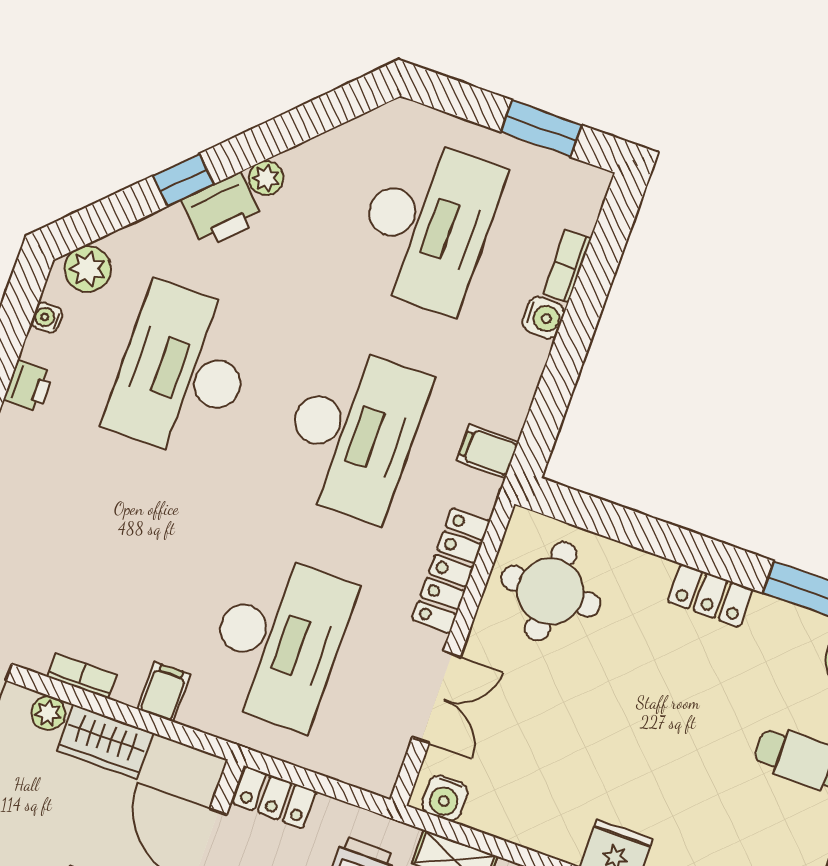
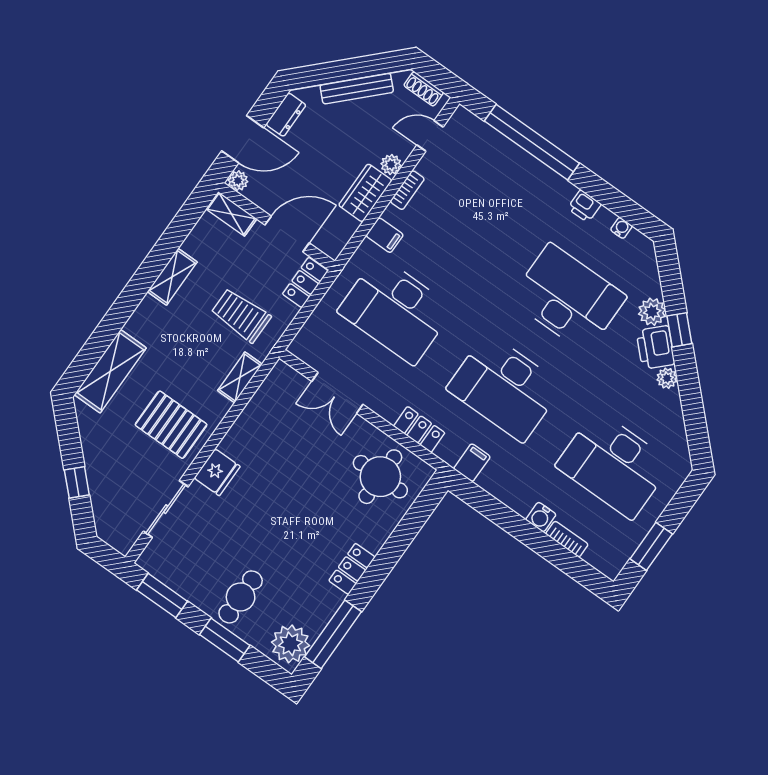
plant: (88, 269) -> (652, 312), moved
locker: (451, 571) -> (419, 429), width x0.66
water cooler: (445, 798) -> (277, 382), removed

